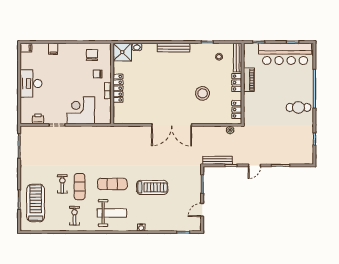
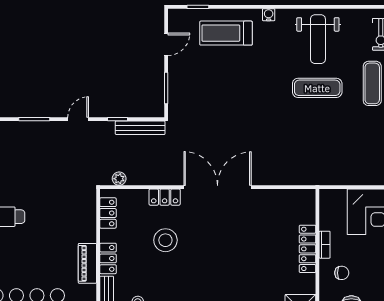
locker: (203, 119) -> (165, 197), added
treadmill: (152, 187) -> (226, 33), moved
weight bench: (112, 213) -> (318, 39), turned -90

